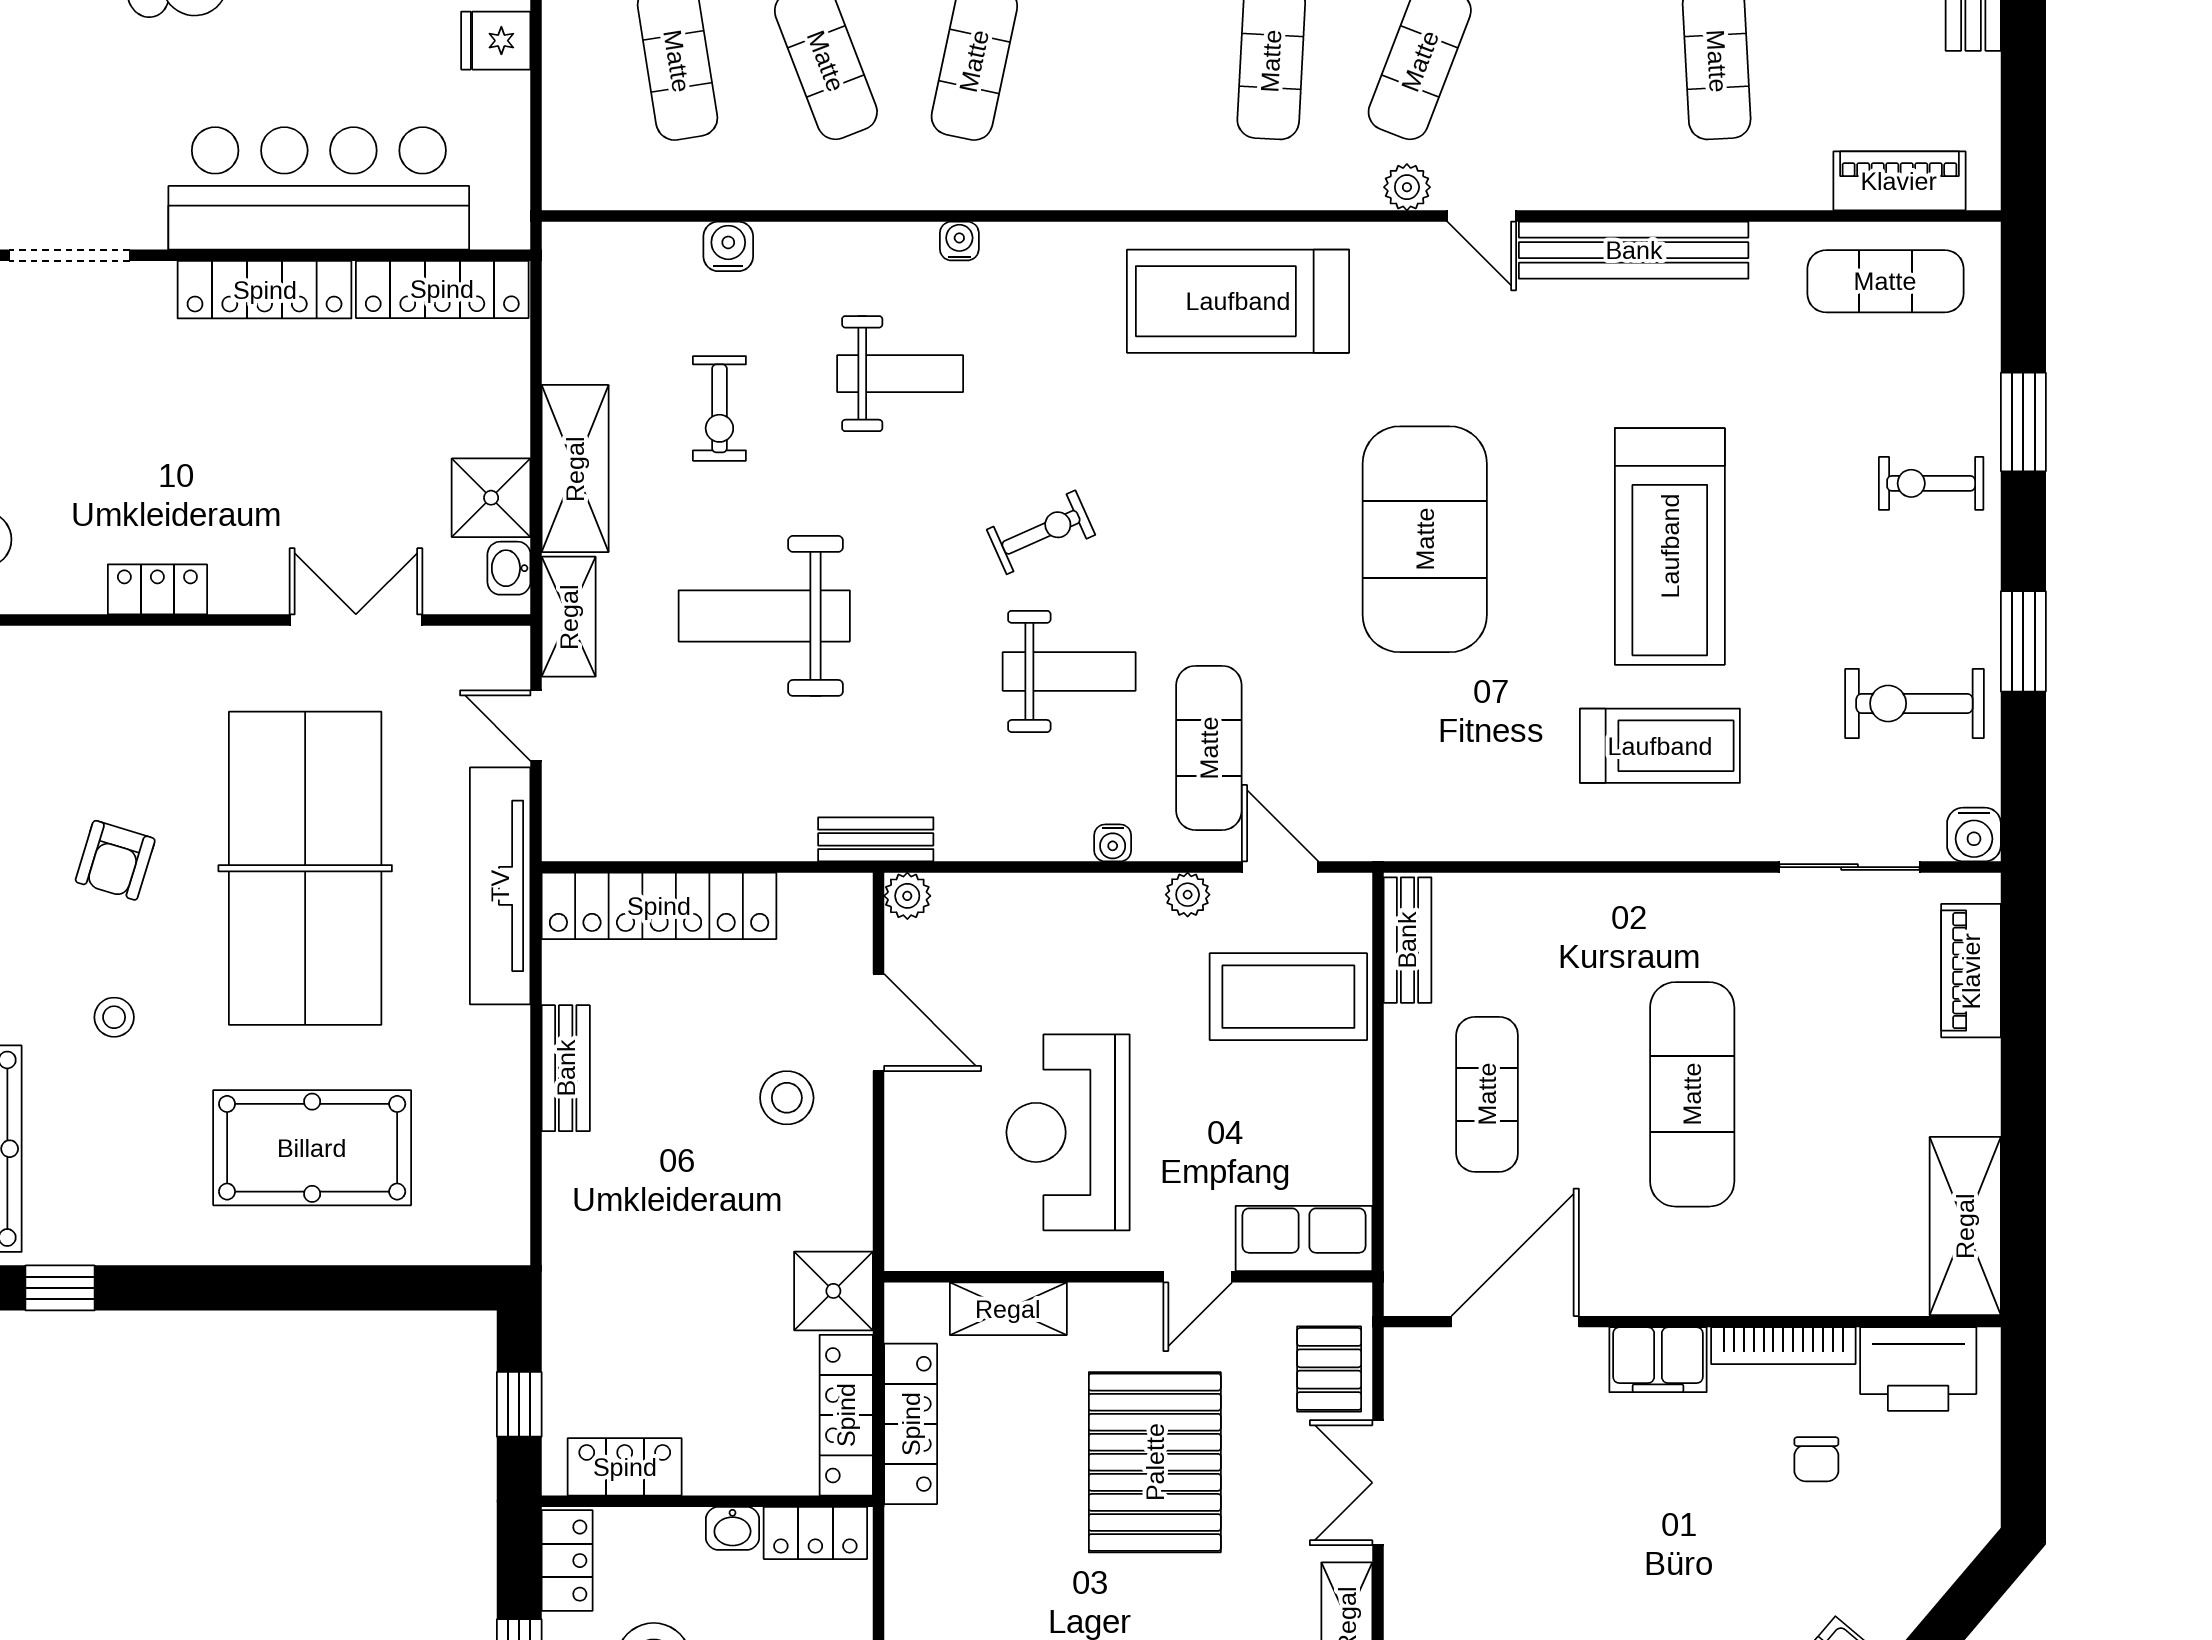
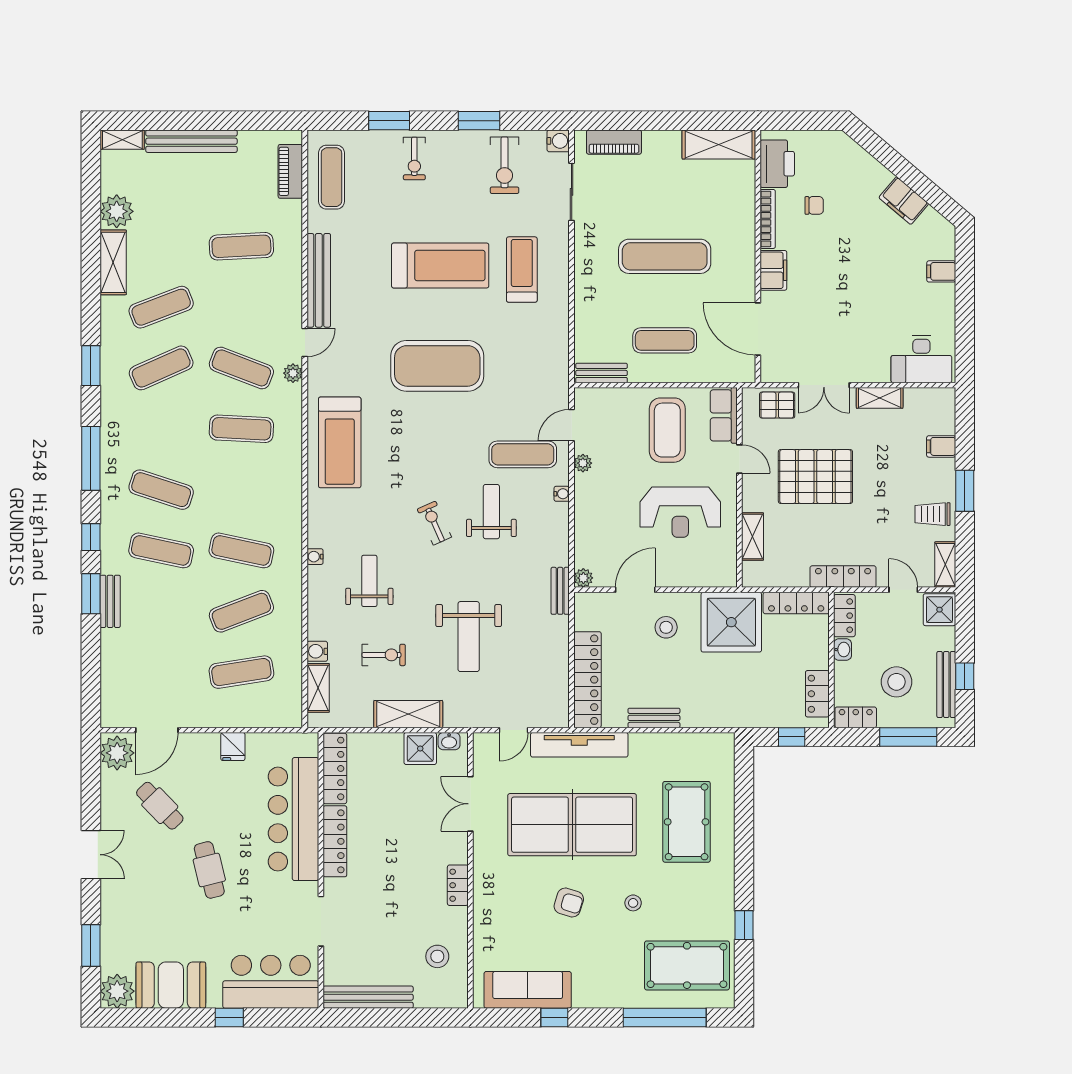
shelving: (569, 617) -> (318, 688), moved, turned 90
coffee table: (1288, 997) -> (667, 430), moved
shower: (833, 1291) -> (731, 622), width x1.86, depth x1.86
locker: (911, 1424) -> (843, 577), moved

